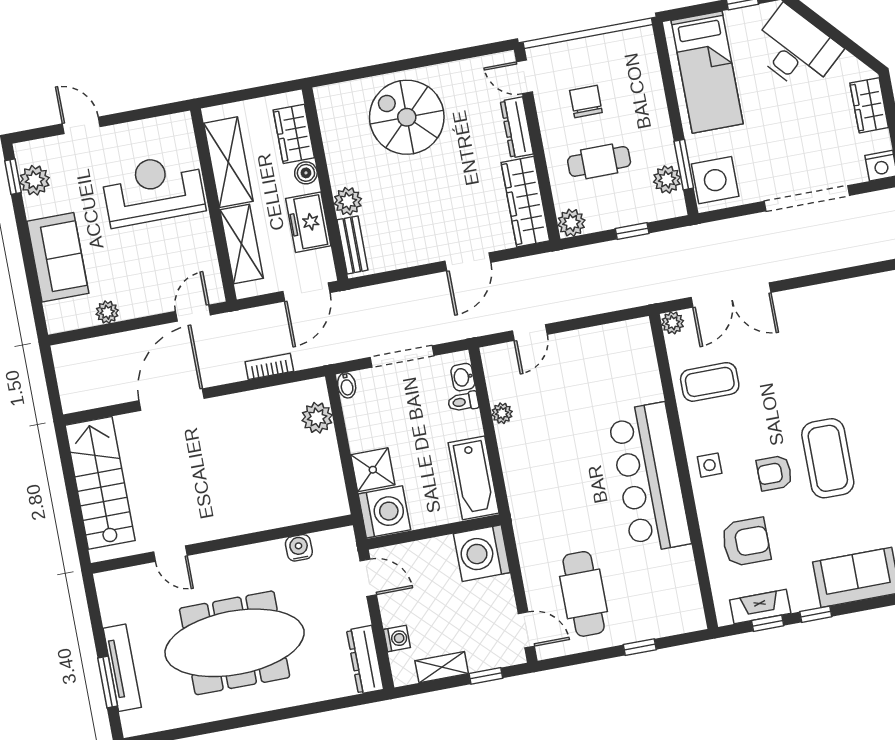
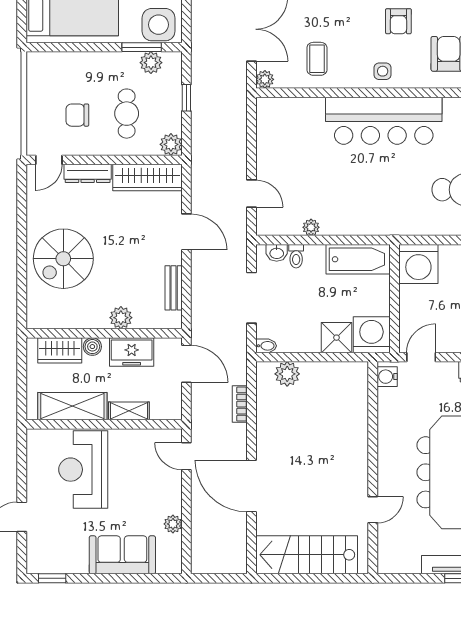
plant: (35, 180) -> (58, 562), removed
shelving: (242, 244) -> (129, 411), width x0.67, depth x0.75
bench: (352, 245) -> (174, 288), moved, turned 90
coffee table: (710, 382) -> (317, 59), width x0.73, depth x0.77
water cooler: (299, 548) -> (387, 377), moved

